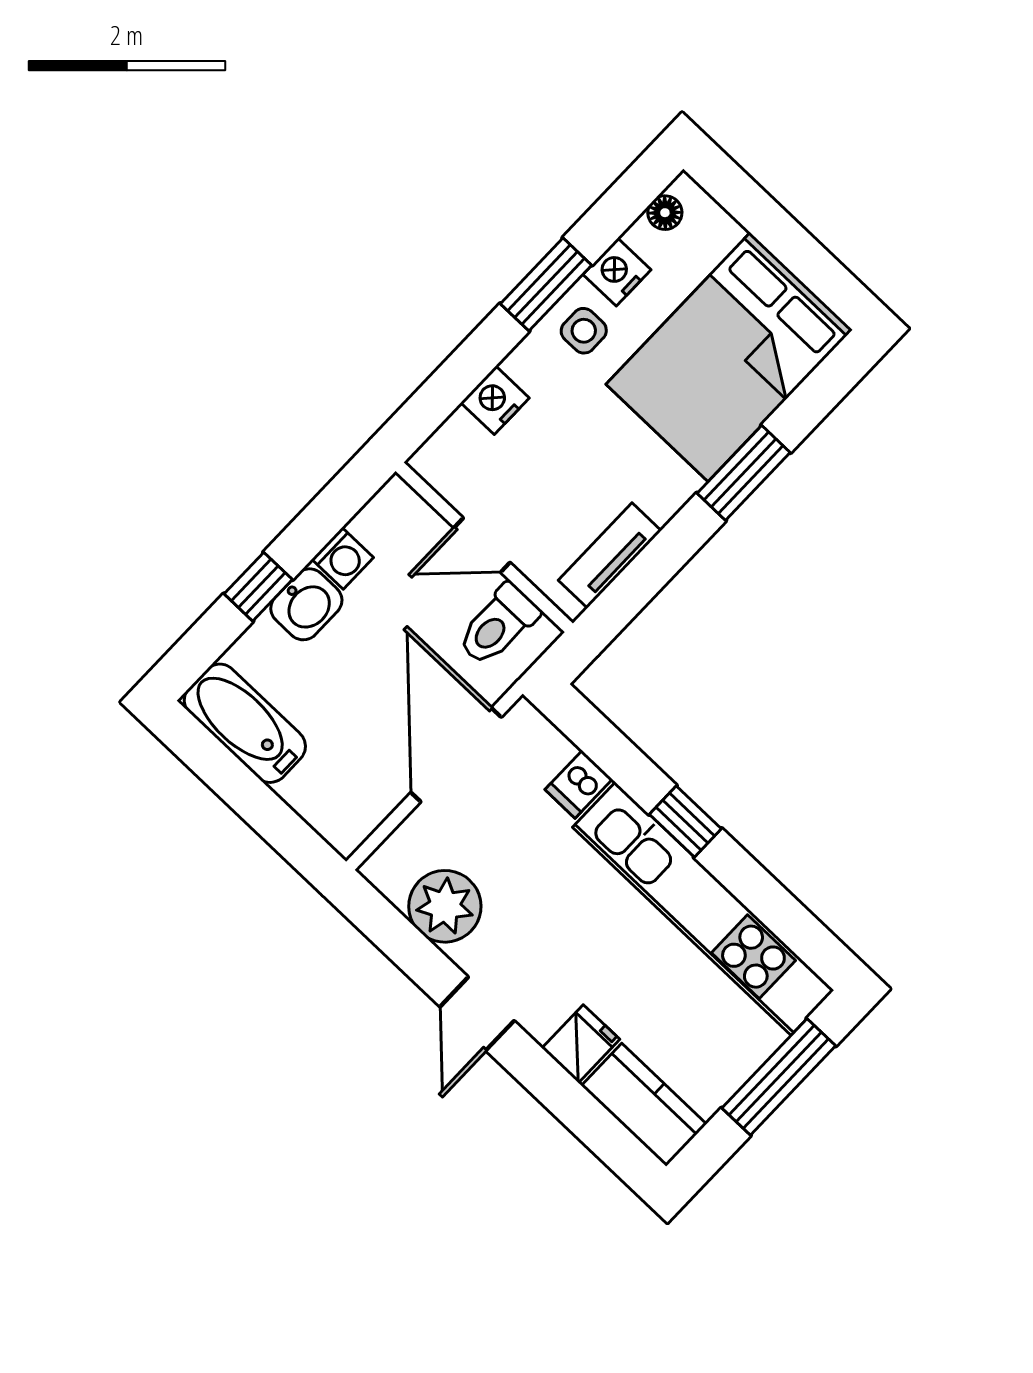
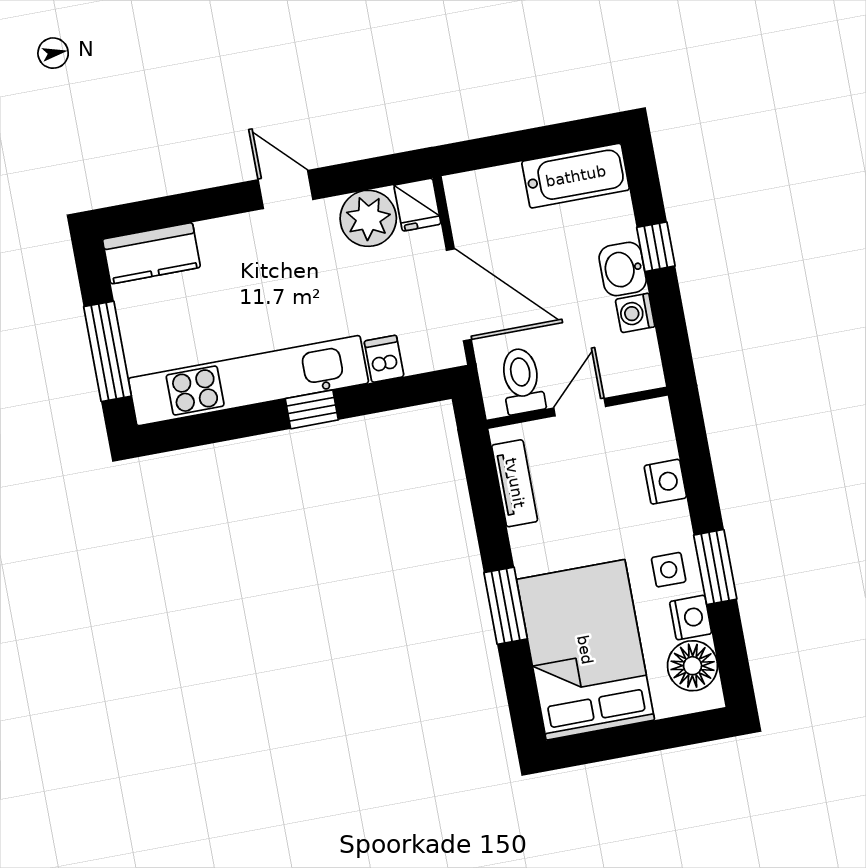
floor lamp: (665, 213) -> (693, 666), width x1.89, depth x1.89
fridge: (581, 1044) -> (417, 205), moved

